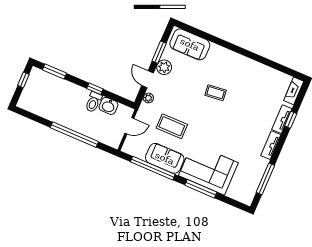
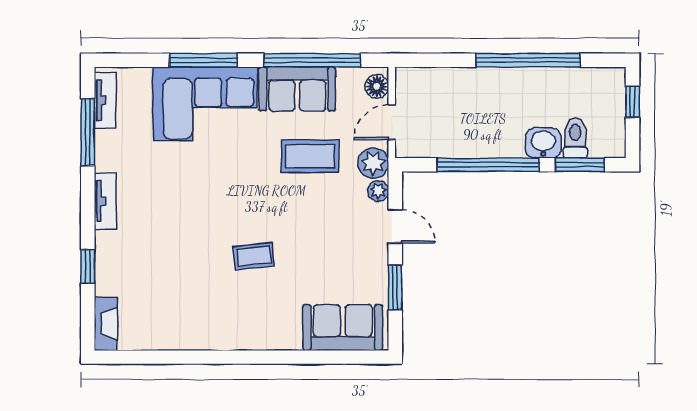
plant: (164, 67) -> (373, 163), moved
window: (23, 80) -> (632, 102), moved
window: (95, 89) -> (488, 165), width x3.17
toilet: (93, 102) -> (575, 138), moved
washbasin: (108, 106) -> (543, 143), moved
tv unit: (282, 119) -> (105, 100), moved
window: (74, 135) -> (528, 60), moved
floor lamp: (129, 144) -> (377, 86), added

